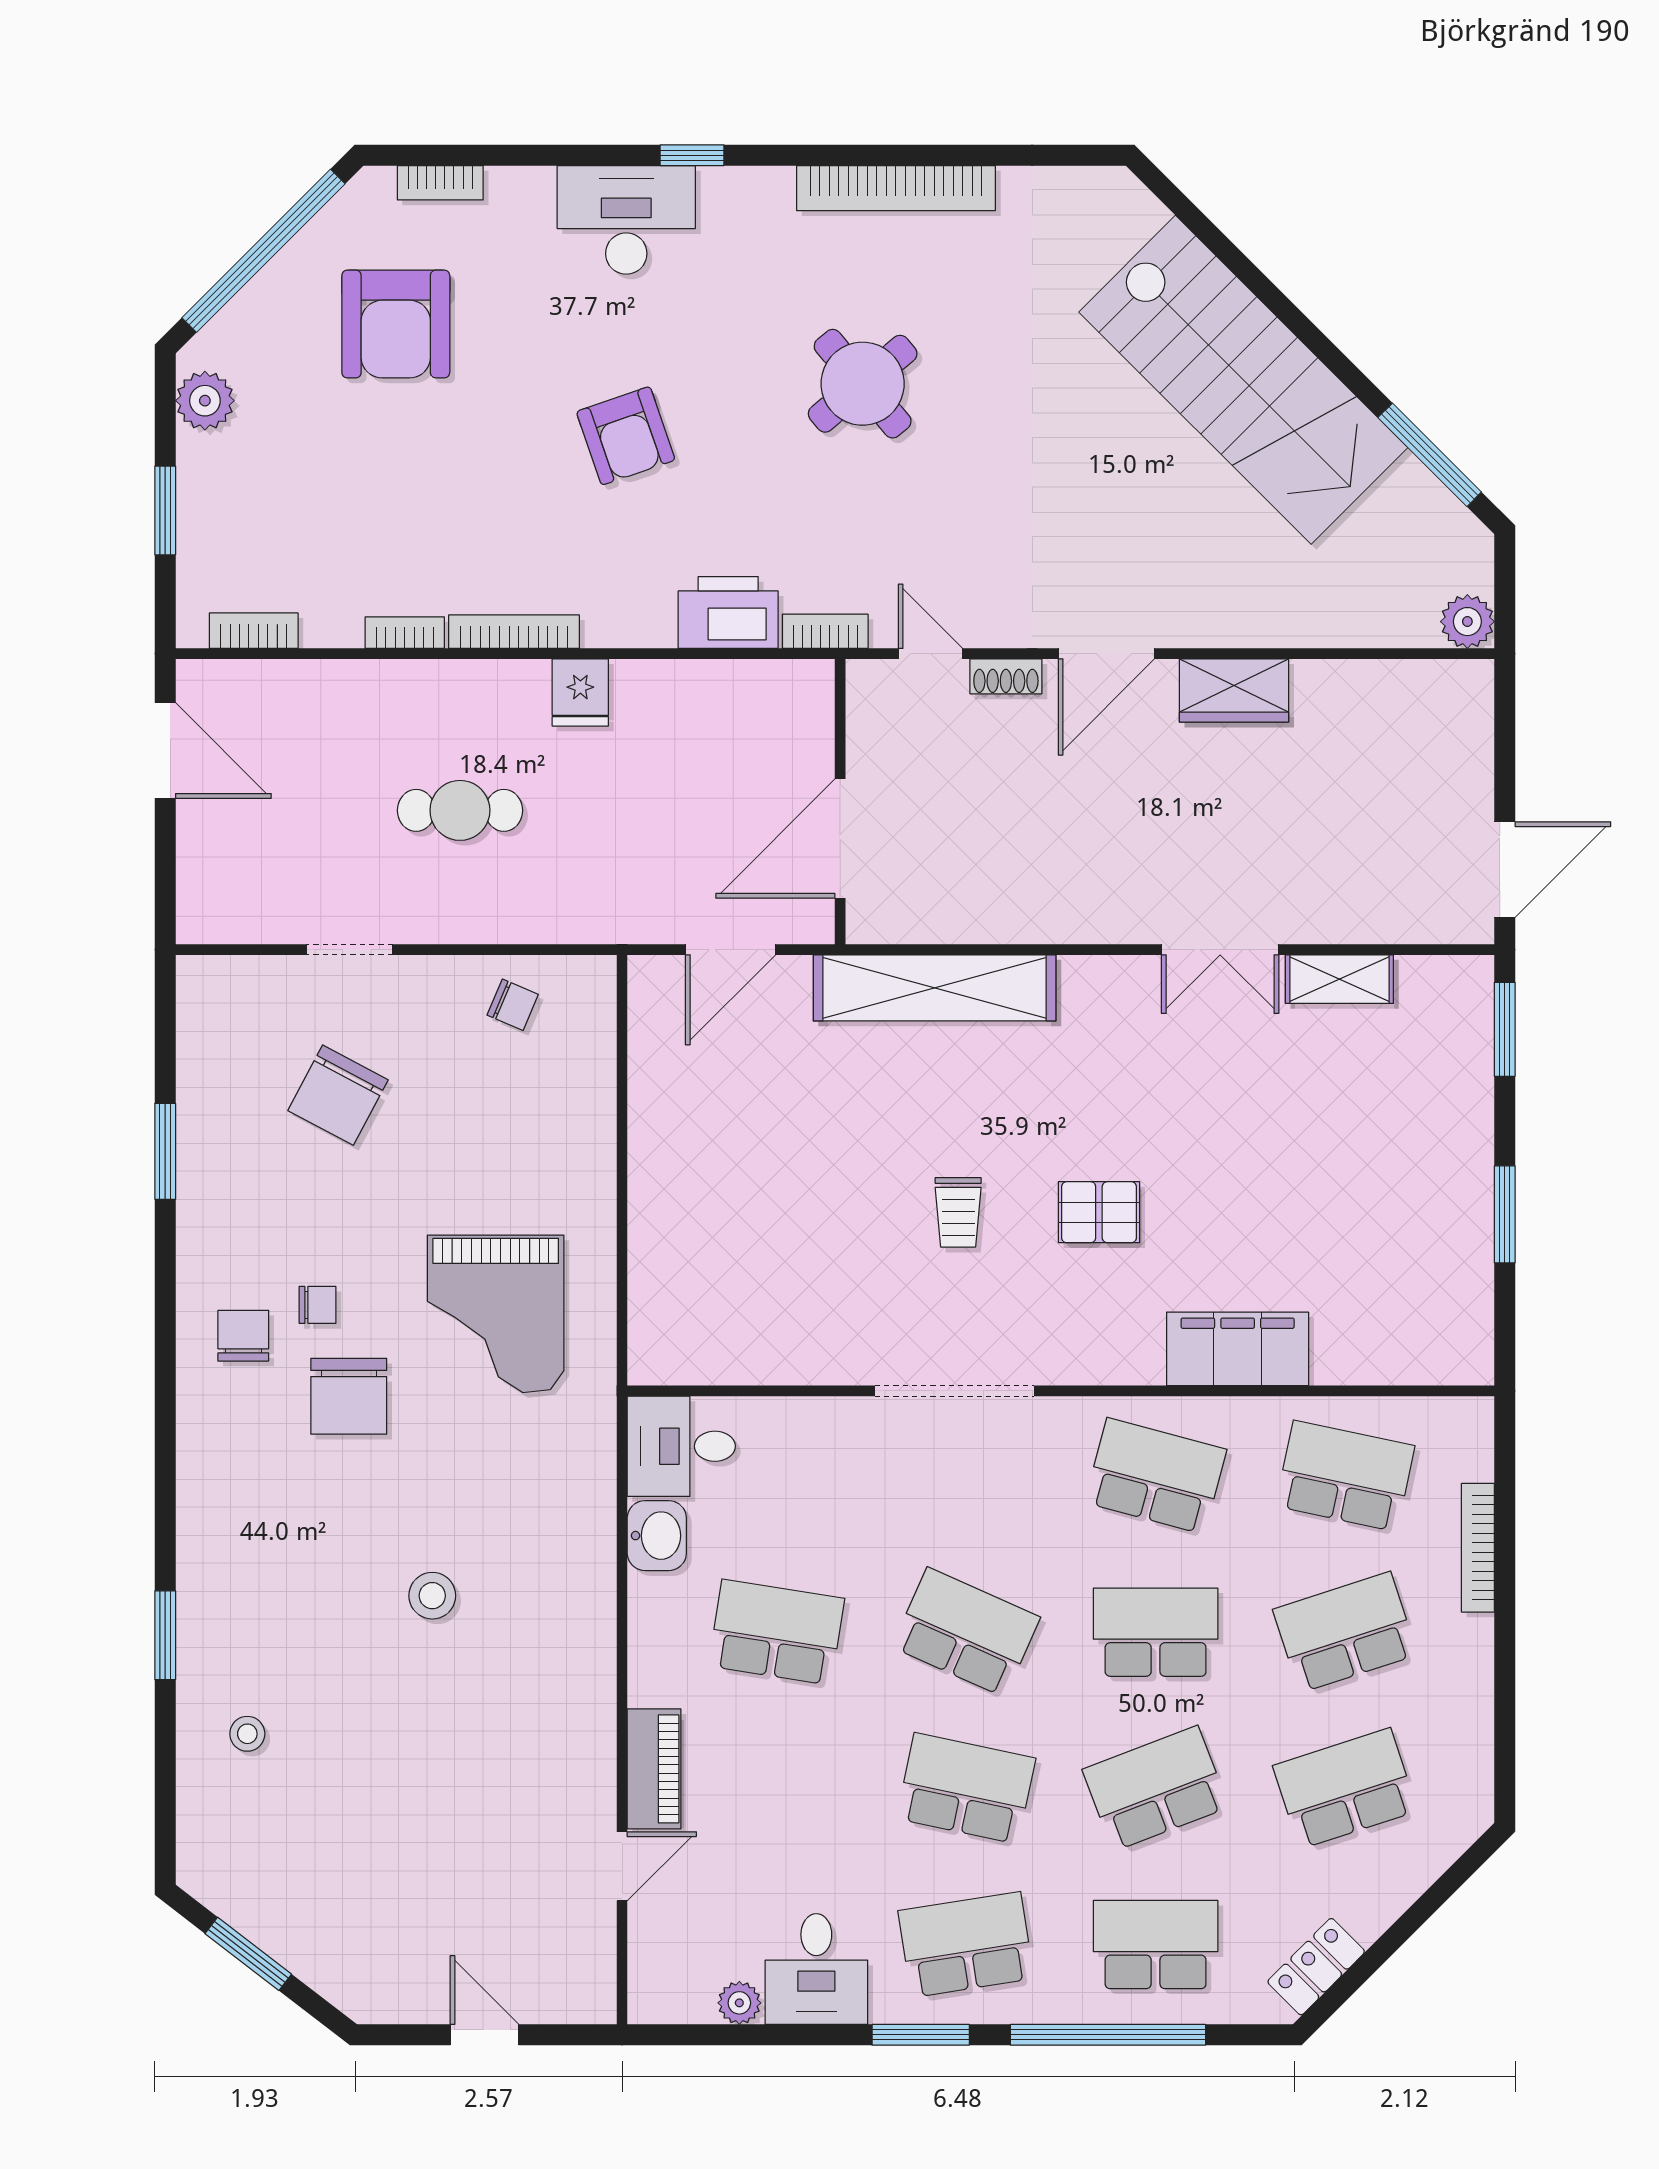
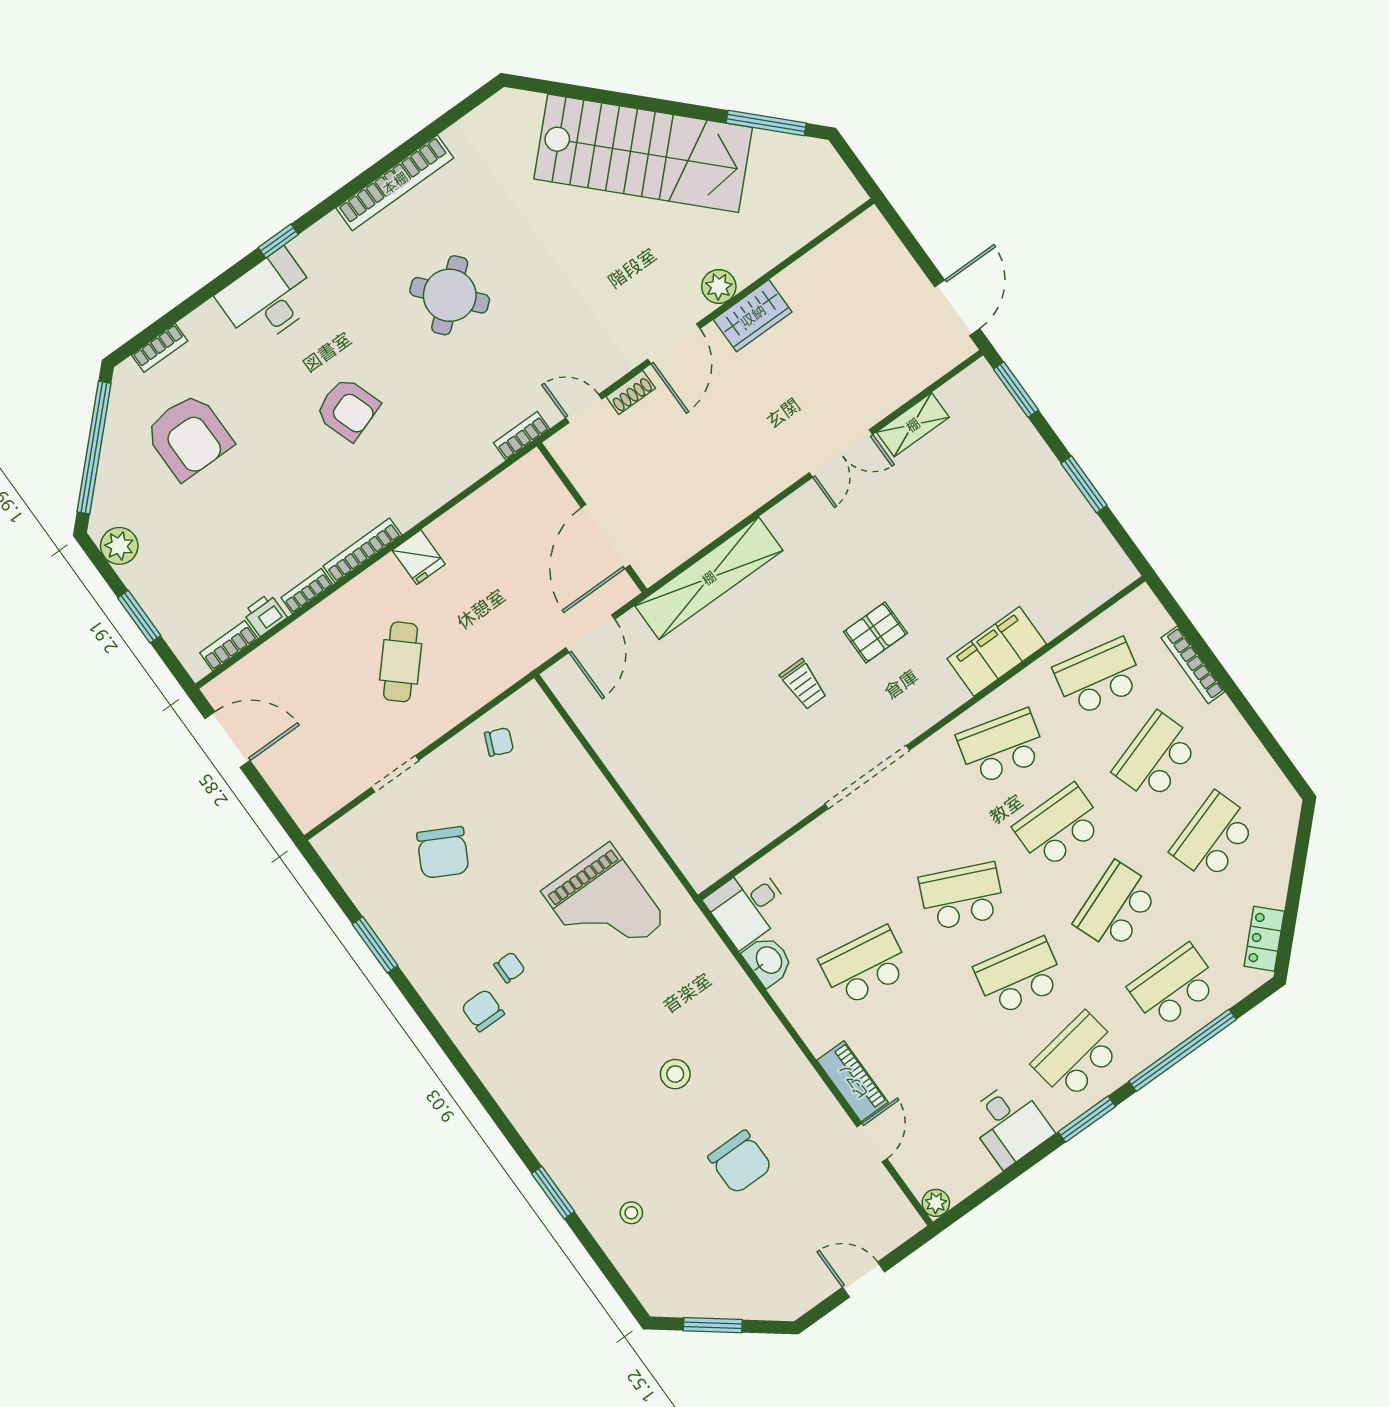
printer: (728, 613) -> (265, 615), moved, width x0.53, depth x0.68
plant: (1467, 622) -> (719, 286), moved
cafe table: (460, 810) -> (401, 662), turned -48
chair: (349, 1396) -> (740, 1162), moved
plant: (739, 2003) -> (936, 1203), moved

